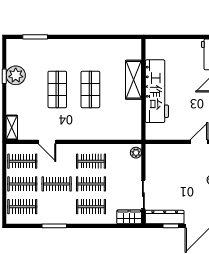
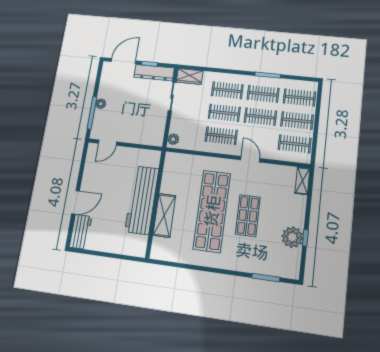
shop shelf: (90, 89) -> (212, 211), width x2.00, depth x1.36
door: (47, 142) -> (250, 159), moved
clothes rail: (57, 207) -> (263, 94), added

